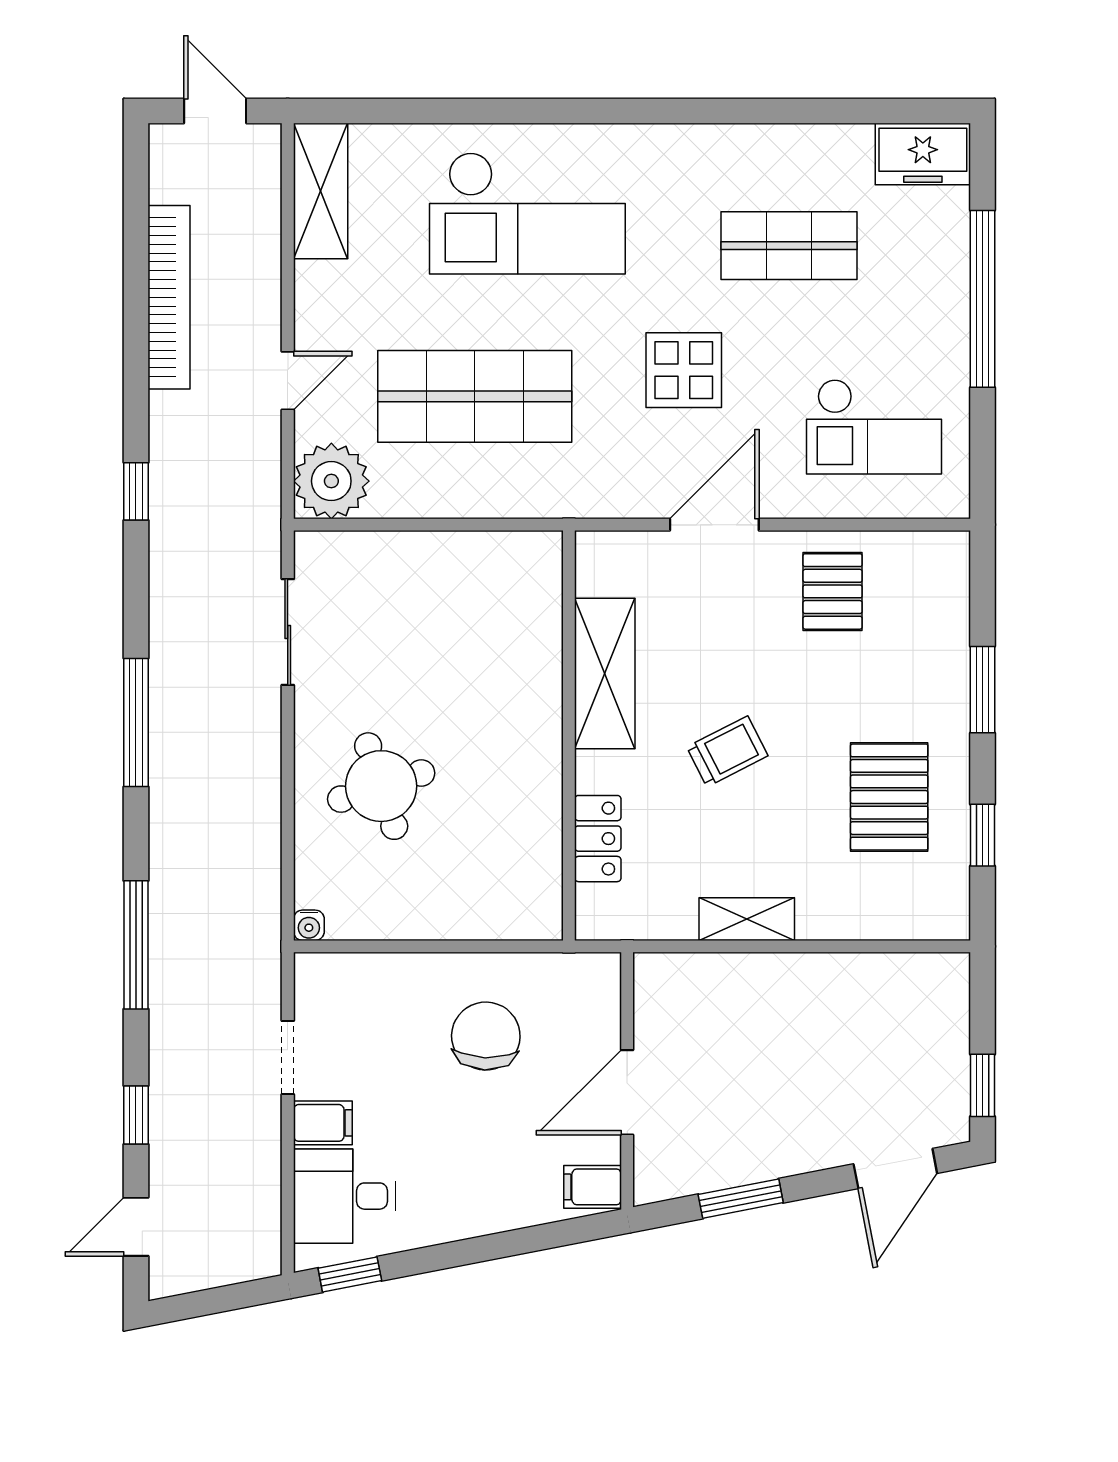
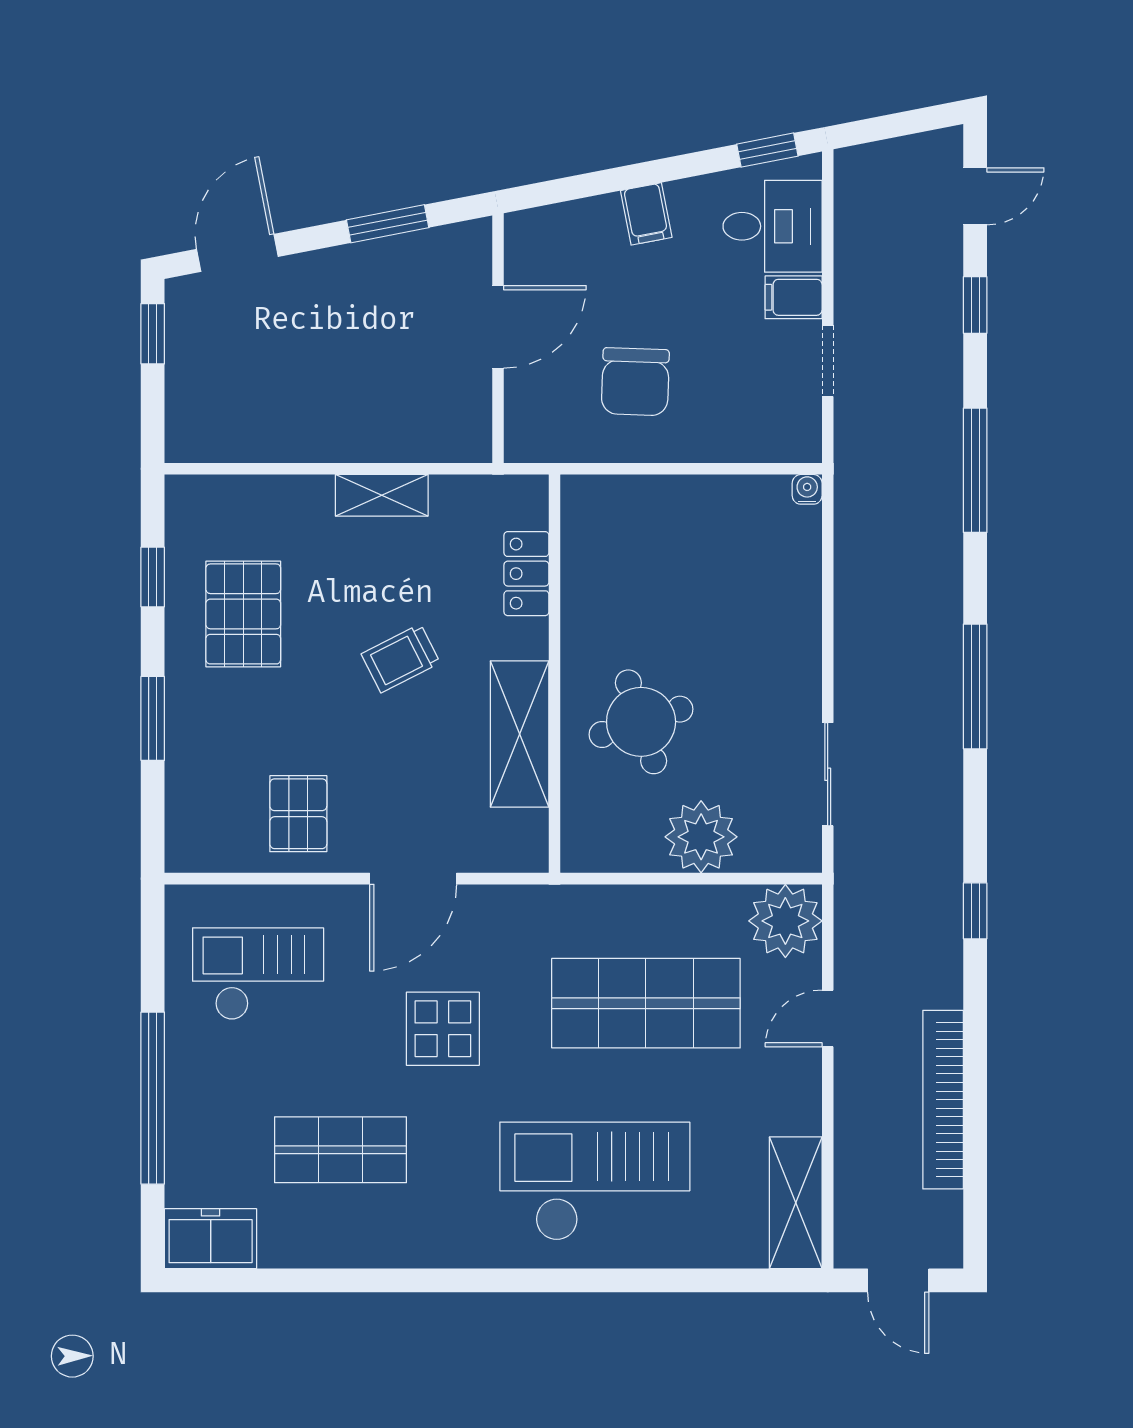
plant: (418, 568) -> (701, 837), added
round table: (381, 786) -> (641, 722), moved
filing cabinet: (593, 1187) -> (646, 214), moved, turned 79

